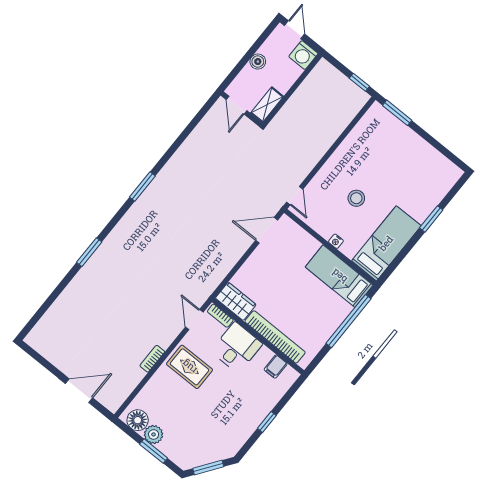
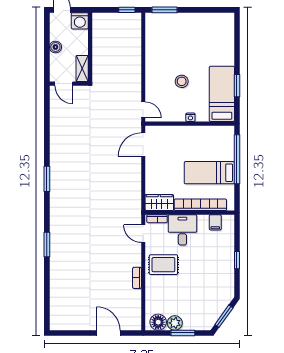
window: (431, 219) -> (237, 86), moved
bed: (339, 276) -> (209, 173), moved
door: (79, 391) -> (108, 333), hinge flipped

